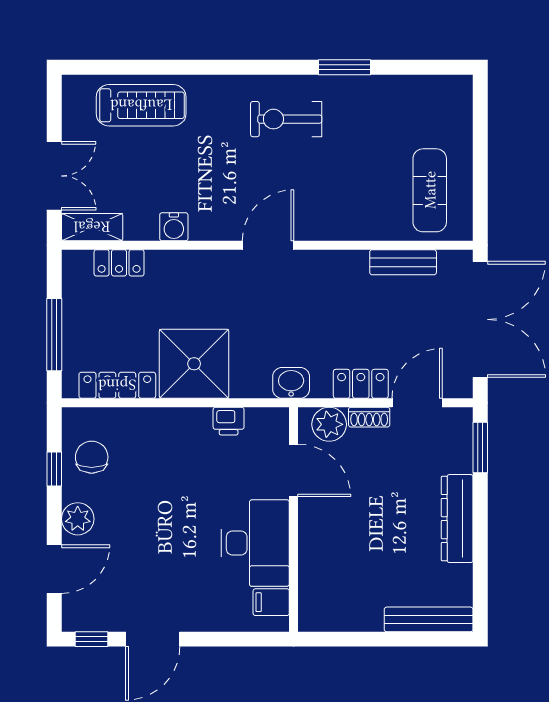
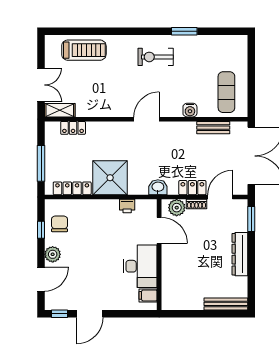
water cooler: (174, 227) -> (190, 110), moved

